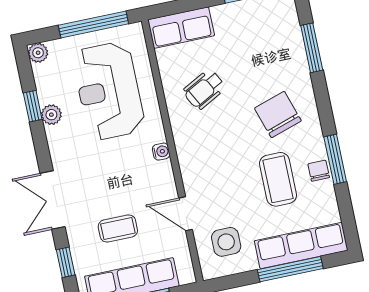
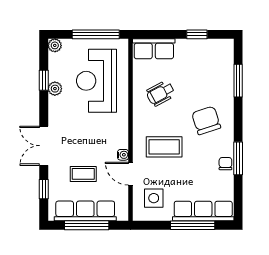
water cooler: (161, 152) -> (123, 155), moved
coffee table: (278, 179) -> (164, 147), moved, turned 90

